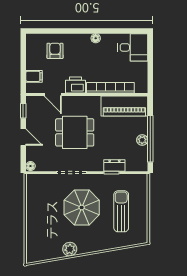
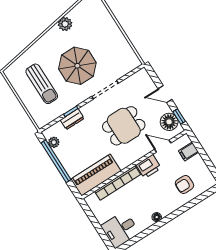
armchair: (55, 51) -> (184, 184), turned 90
plant: (142, 140) -> (54, 142), moved
floor lamp: (30, 166) -> (169, 122), moved, width x1.89, depth x1.89

